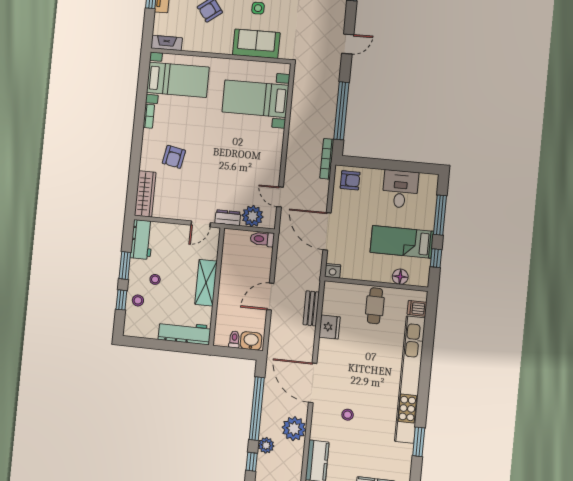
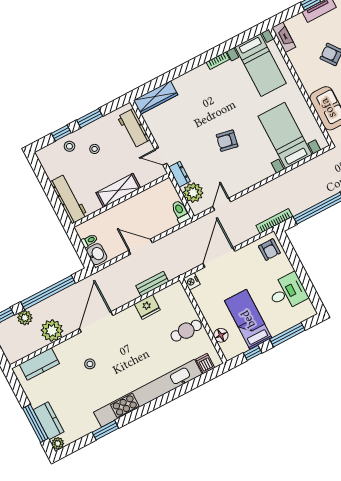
armchair: (174, 157) -> (227, 141), moved
workbench: (142, 239) -> (134, 128), moved, turned 90

